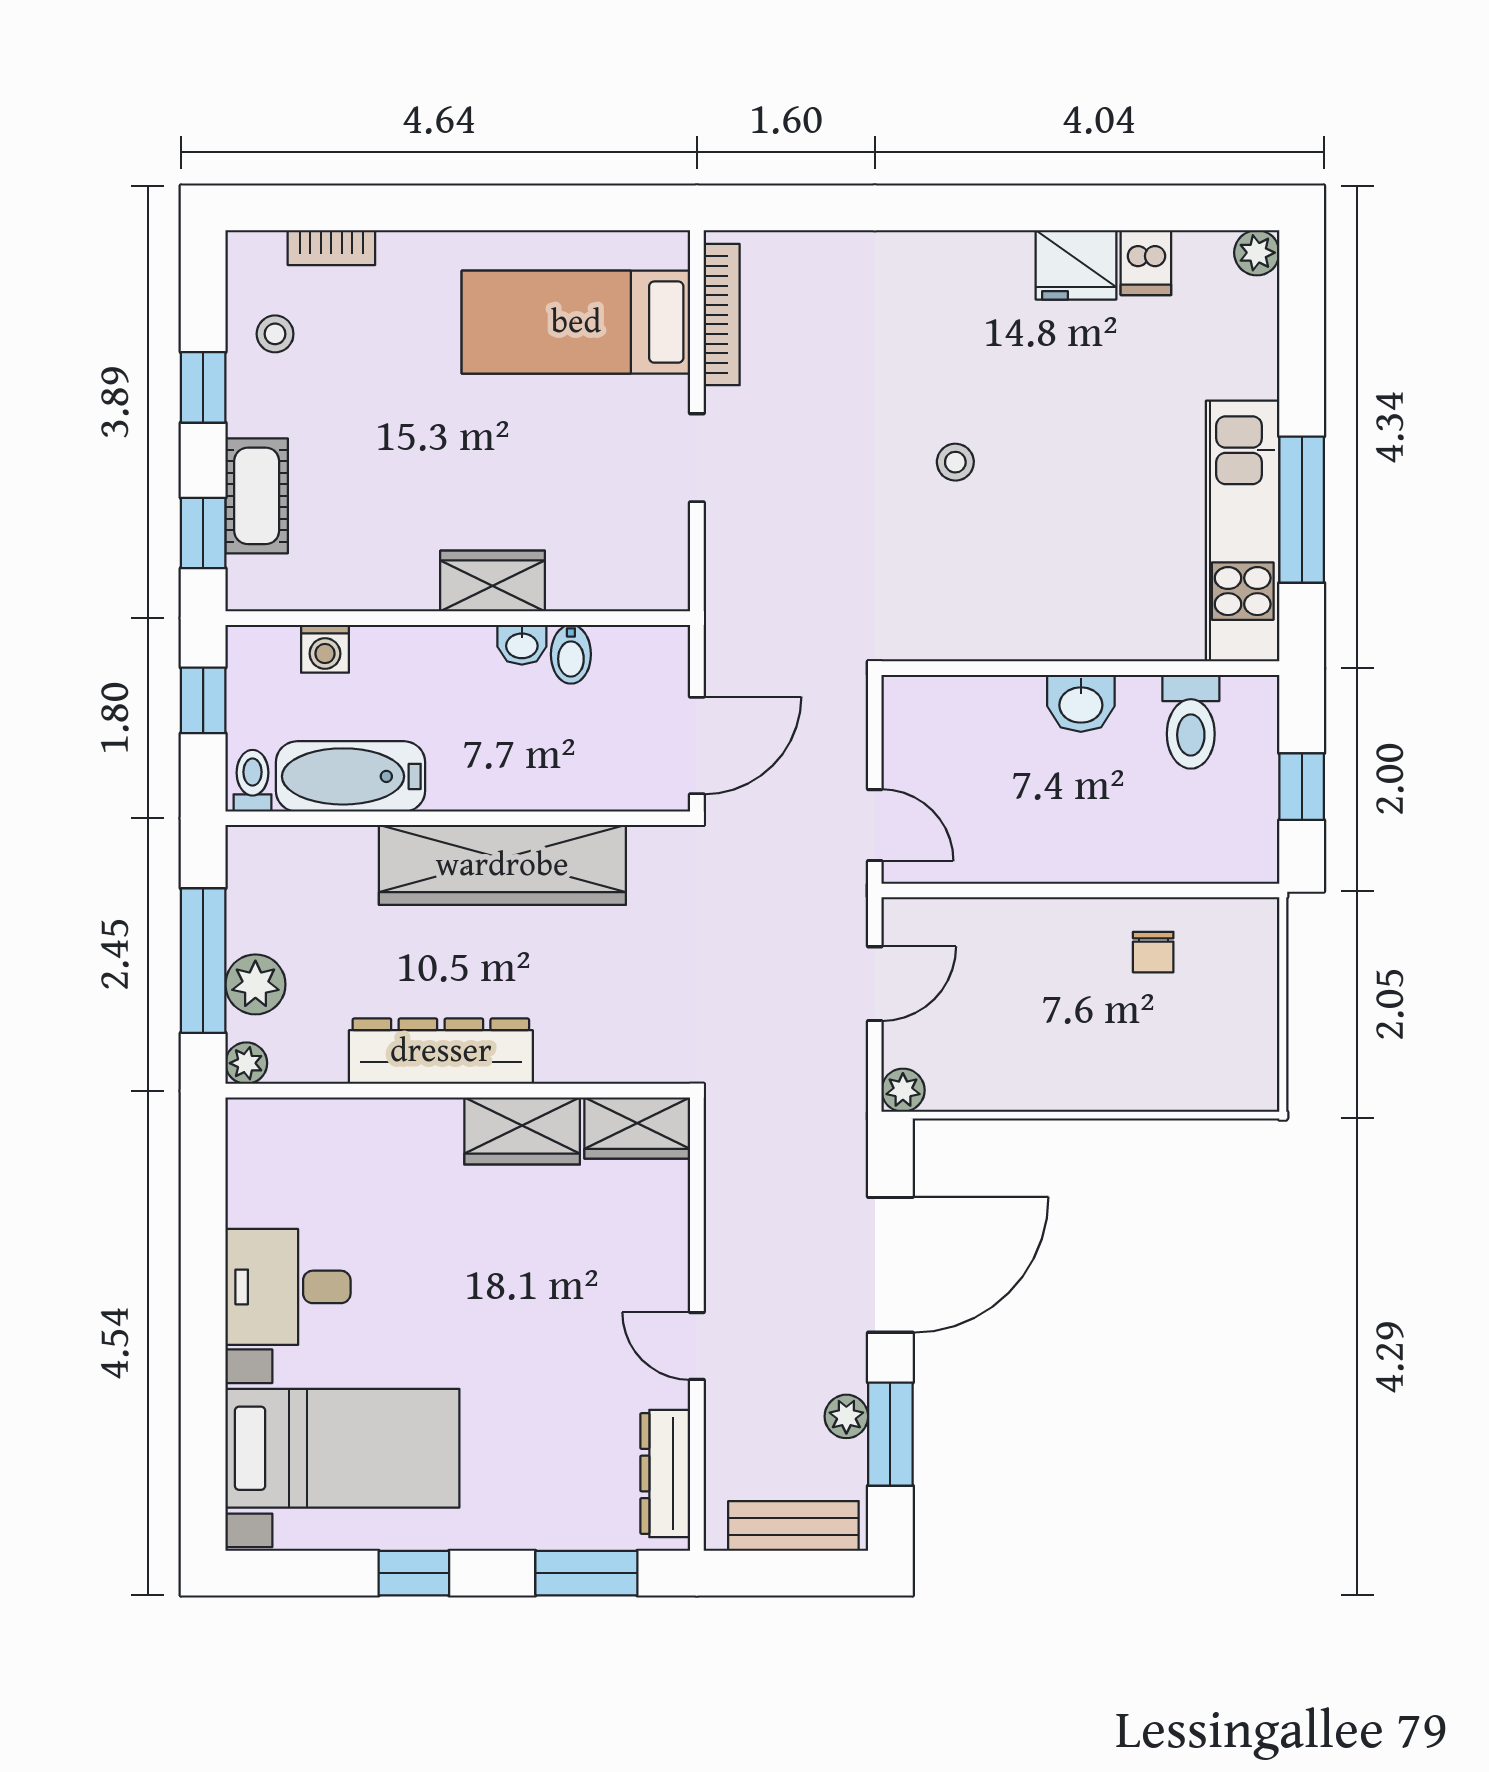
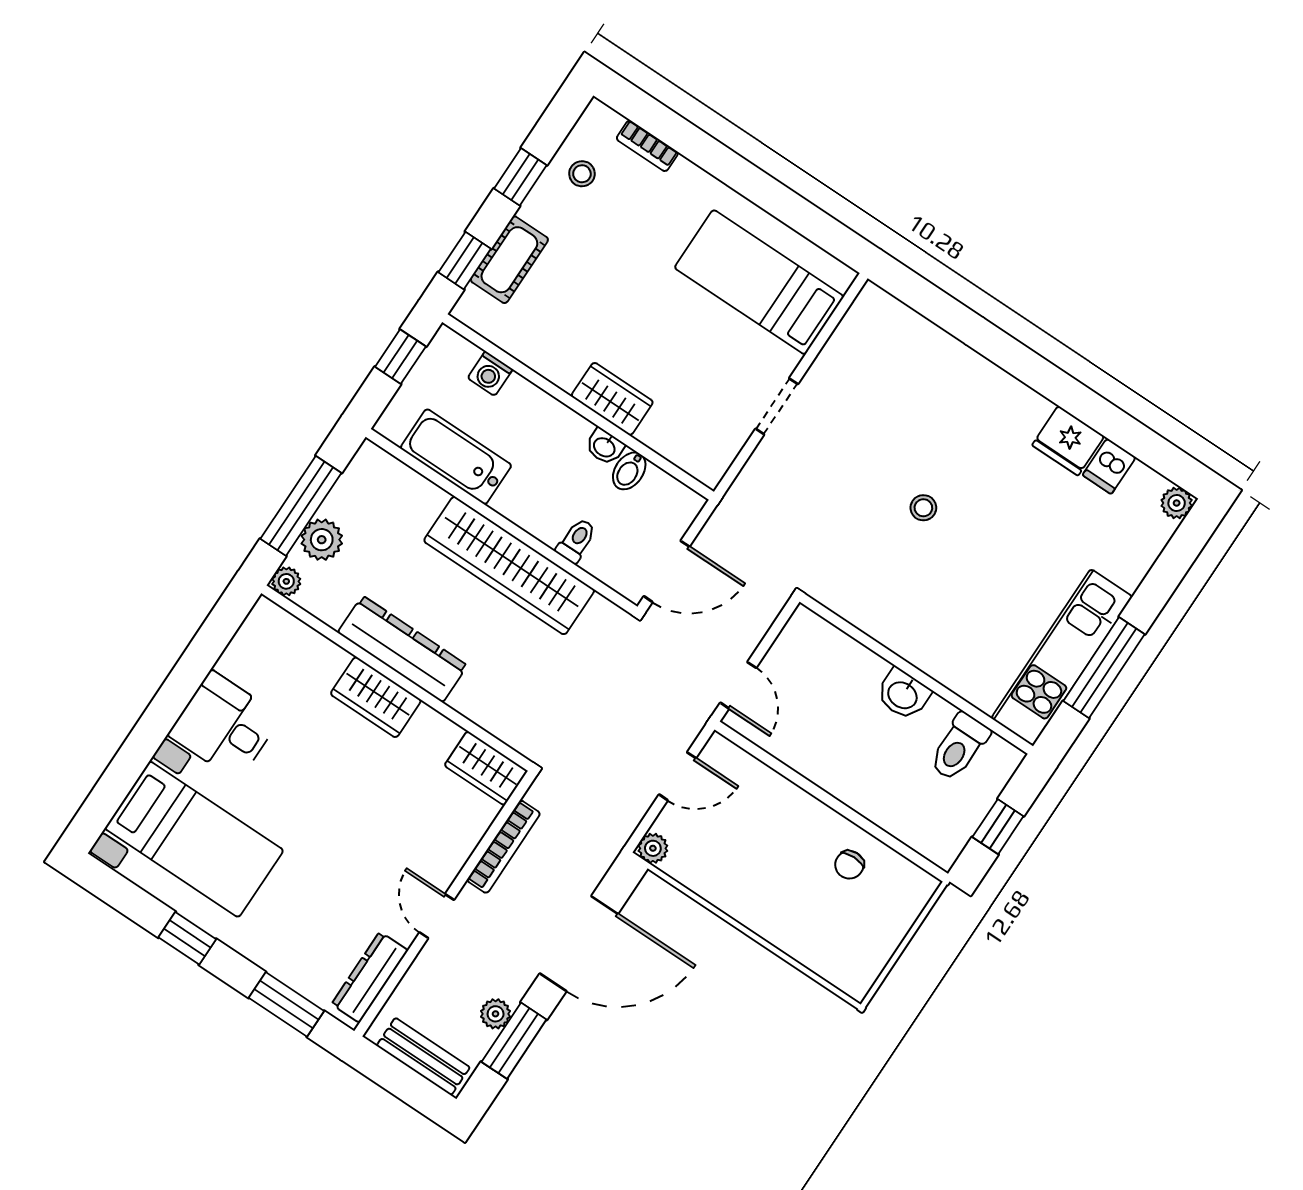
bookcase: (722, 315) -> (503, 847), moved
toilet: (253, 781) -> (576, 541), moved
wardrobe: (522, 1131) -> (376, 697), moved

